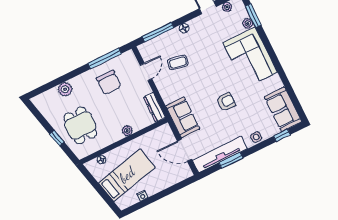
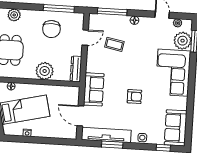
plant: (248, 23) -> (183, 41), width x1.87, depth x1.87
plant: (127, 131) -> (45, 71), width x1.87, depth x1.87

